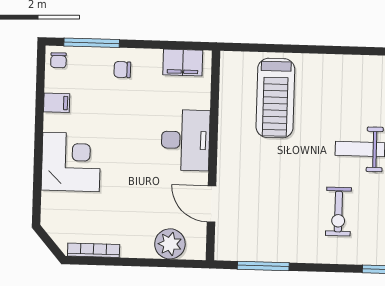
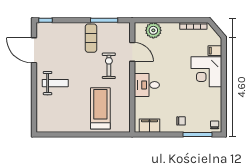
filing cabinet: (57, 103) -> (215, 51), moved
desk: (186, 140) -> (147, 85), width x0.73
exercise bike: (338, 212) -> (109, 66), moved
exercise mat: (289, 233) -> (91, 38), added

